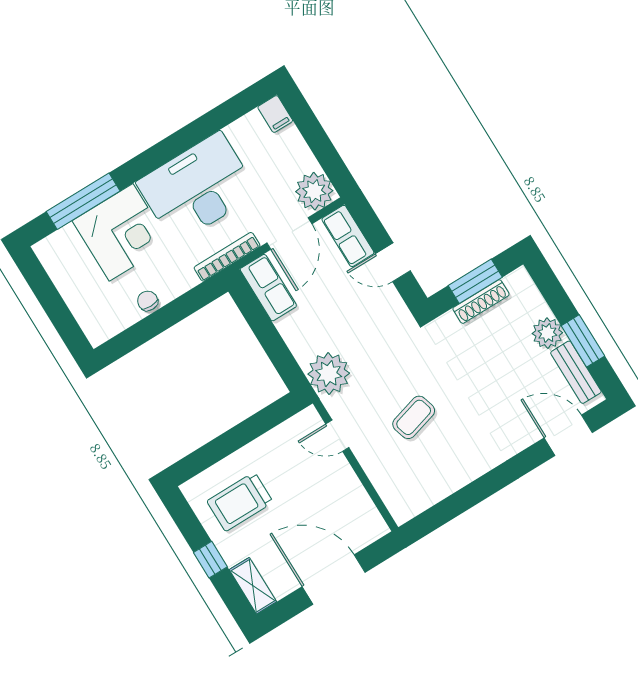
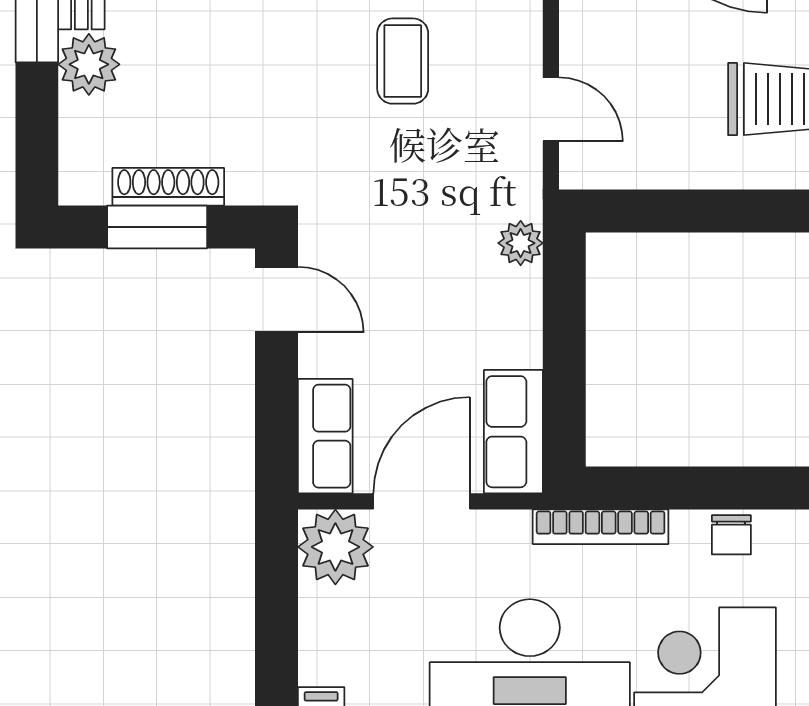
bookcase: (227, 257) -> (601, 527), moved
door: (393, 262) -> (277, 300), moved
plant: (329, 374) -> (521, 243), width x0.53, depth x0.53
coffee table: (414, 417) -> (403, 61), turned -74

